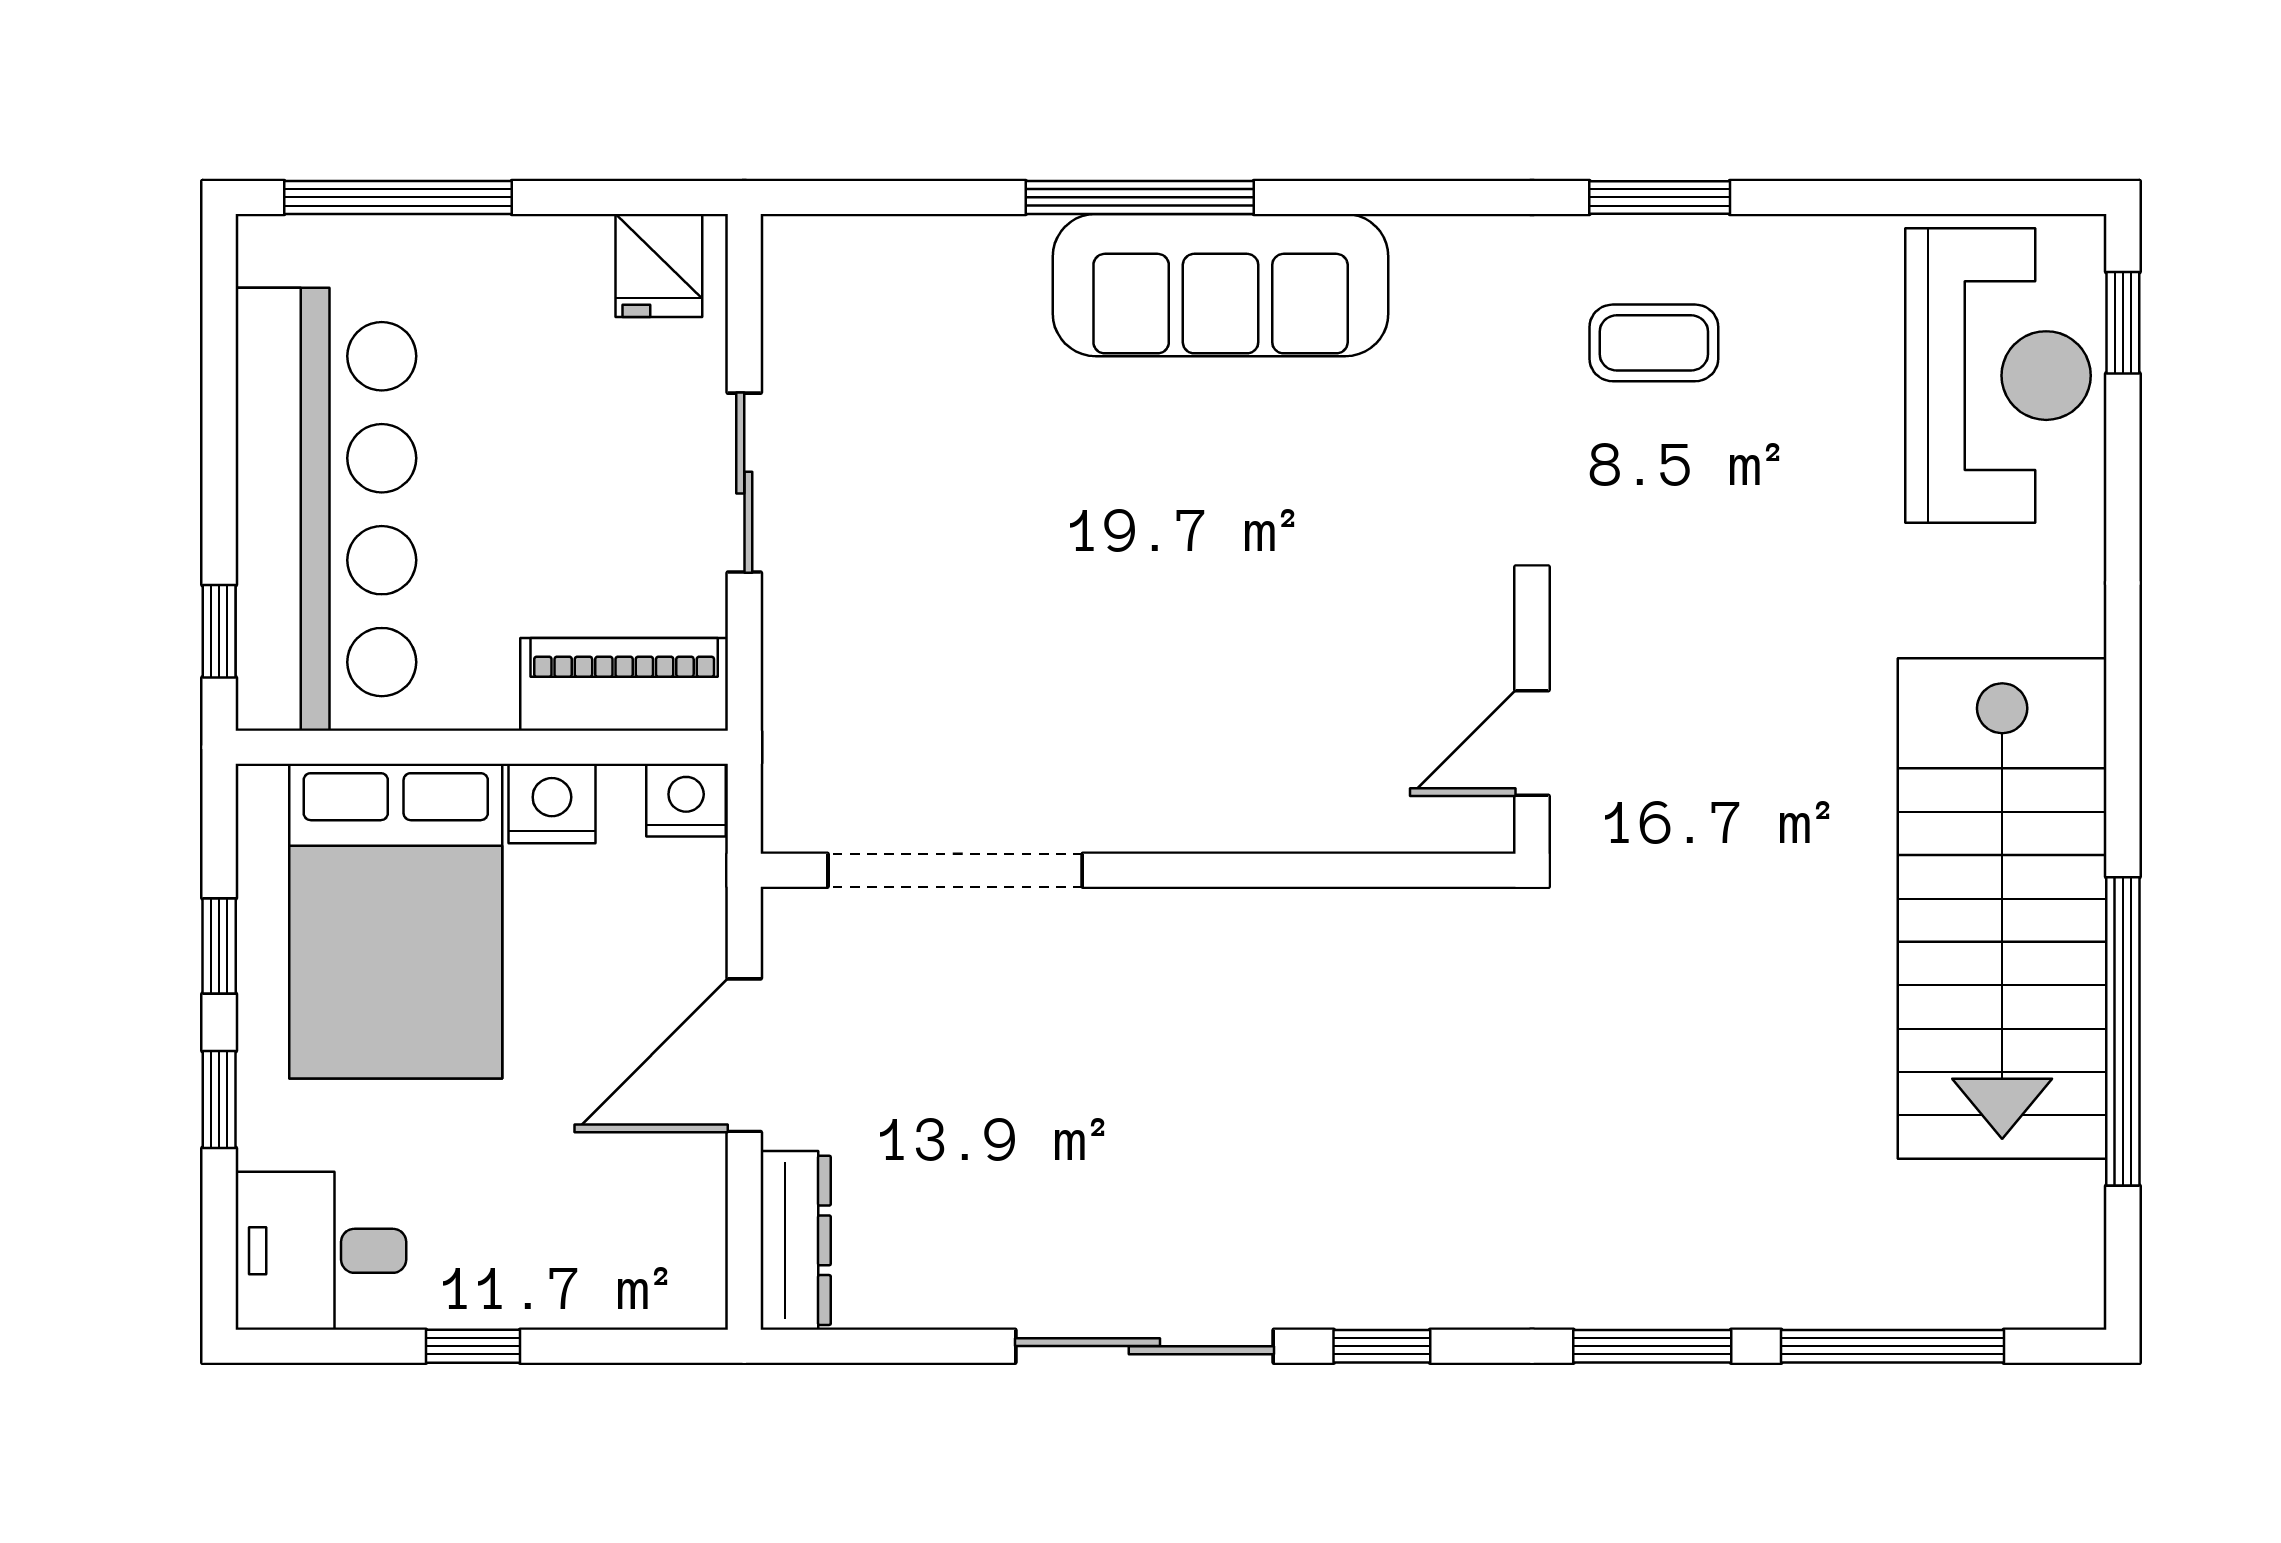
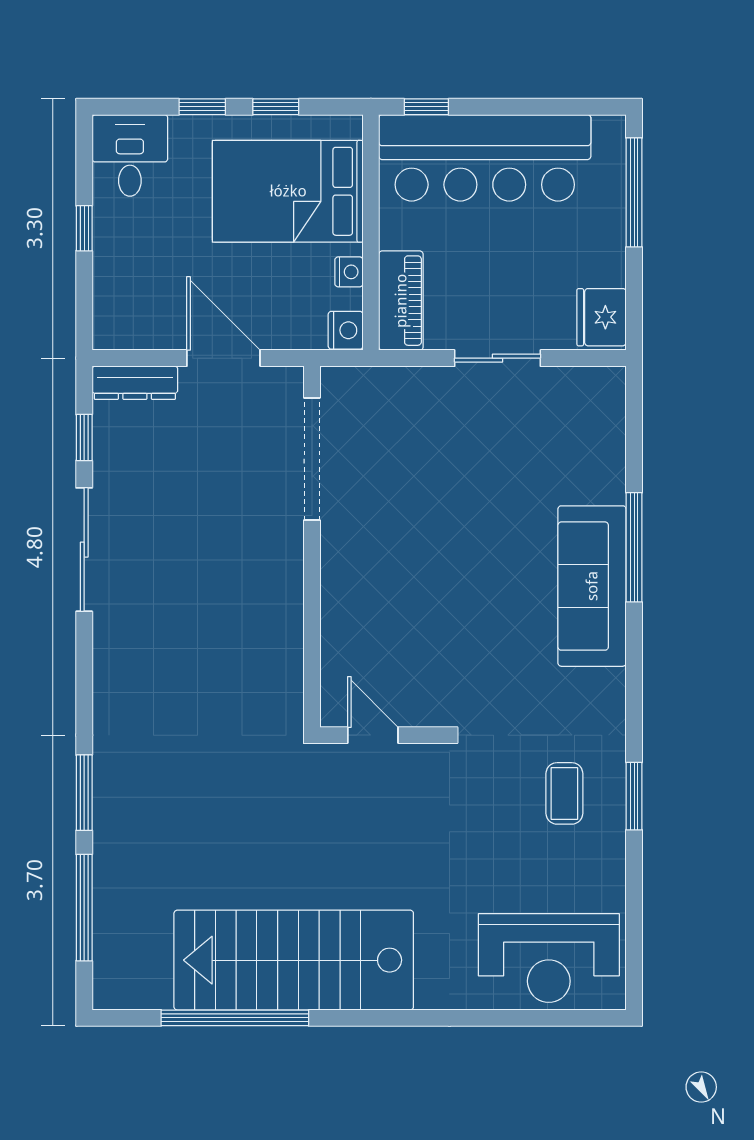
fridge: (659, 265) -> (601, 317), width x1.38
window: (2123, 323) -> (574, 1018), removed
nightstand: (552, 804) -> (349, 272), width x0.72, depth x0.74
window: (1382, 1346) -> (84, 437), moved

